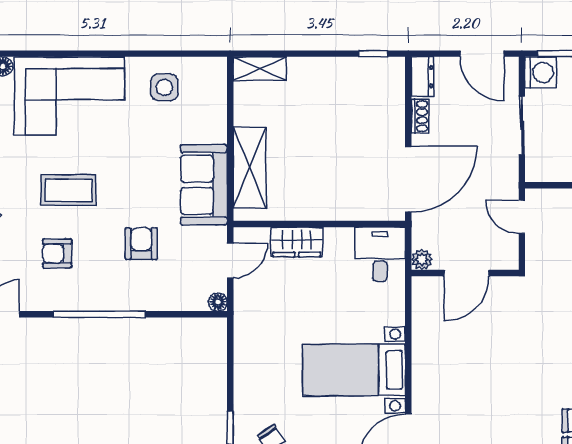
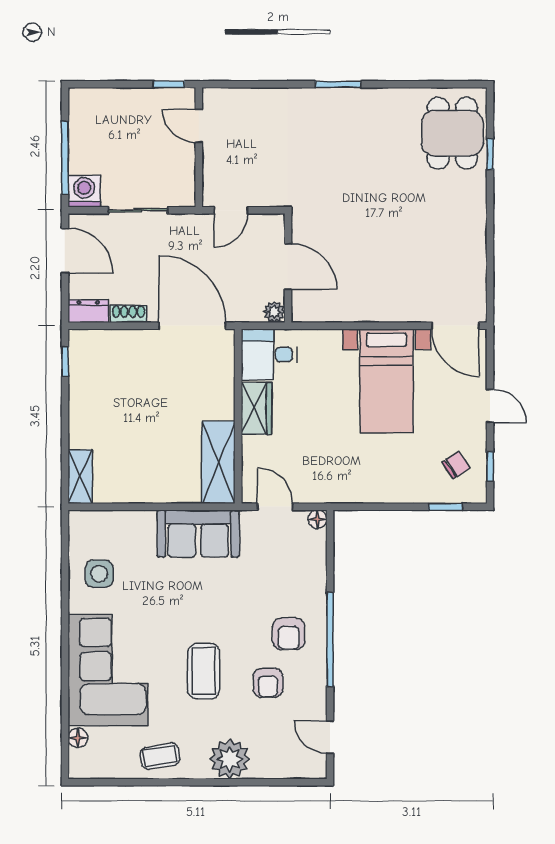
door: (482, 54) -> (65, 251), hinge flipped
shelving: (250, 168) -> (218, 462), moved, turned 90
wardrobe: (297, 242) -> (256, 408), moved
armchair: (141, 244) -> (289, 634), moved, turned -90

